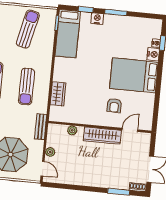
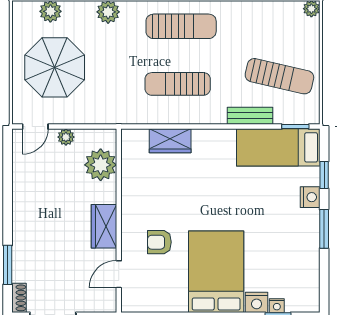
bench: (41, 127) -> (250, 116), moved
plant: (72, 130) -> (101, 165), width x1.87, depth x1.87
door: (130, 130) -> (119, 274), swing flipped
wardrobe: (102, 136) -> (104, 226), width x0.67

